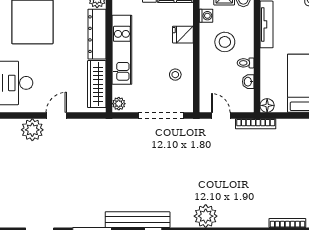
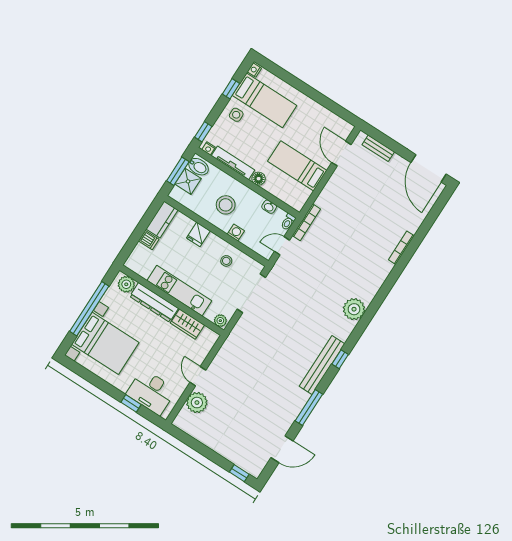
washing machine: (206, 16) -> (236, 233), moved
toilet: (246, 63) -> (288, 222), moved
wardrobe: (97, 84) -> (187, 324), width x0.67
floor lamp: (267, 105) -> (259, 179), moved

